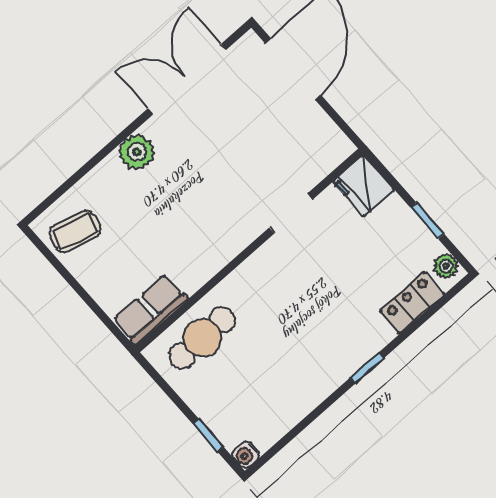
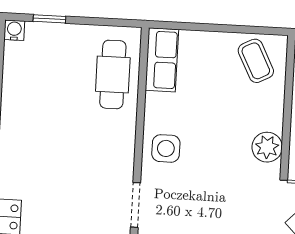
coffee table: (75, 231) -> (256, 61), turned -42
side table: (220, 234) -> (166, 148), added

